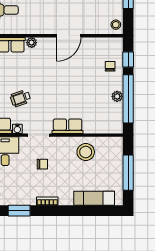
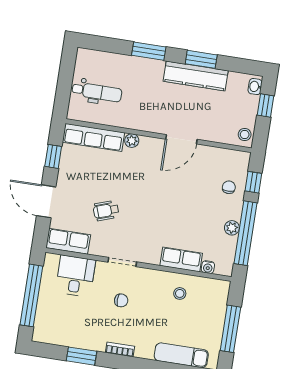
row of seats: (68, 126) -> (181, 259), moved
water cooler: (17, 129) -> (208, 267), moved
stool: (86, 152) -> (180, 293), width x0.53, depth x0.53

